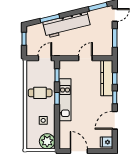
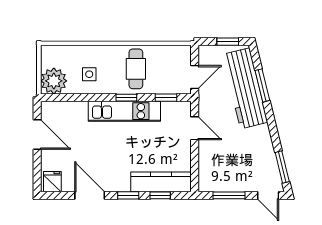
workbench: (67, 25) -> (245, 88), moved
door: (45, 58) -> (195, 77), hinge flipped
door: (85, 58) -> (195, 128), moved
door: (79, 151) -> (37, 135), hinge flipped

